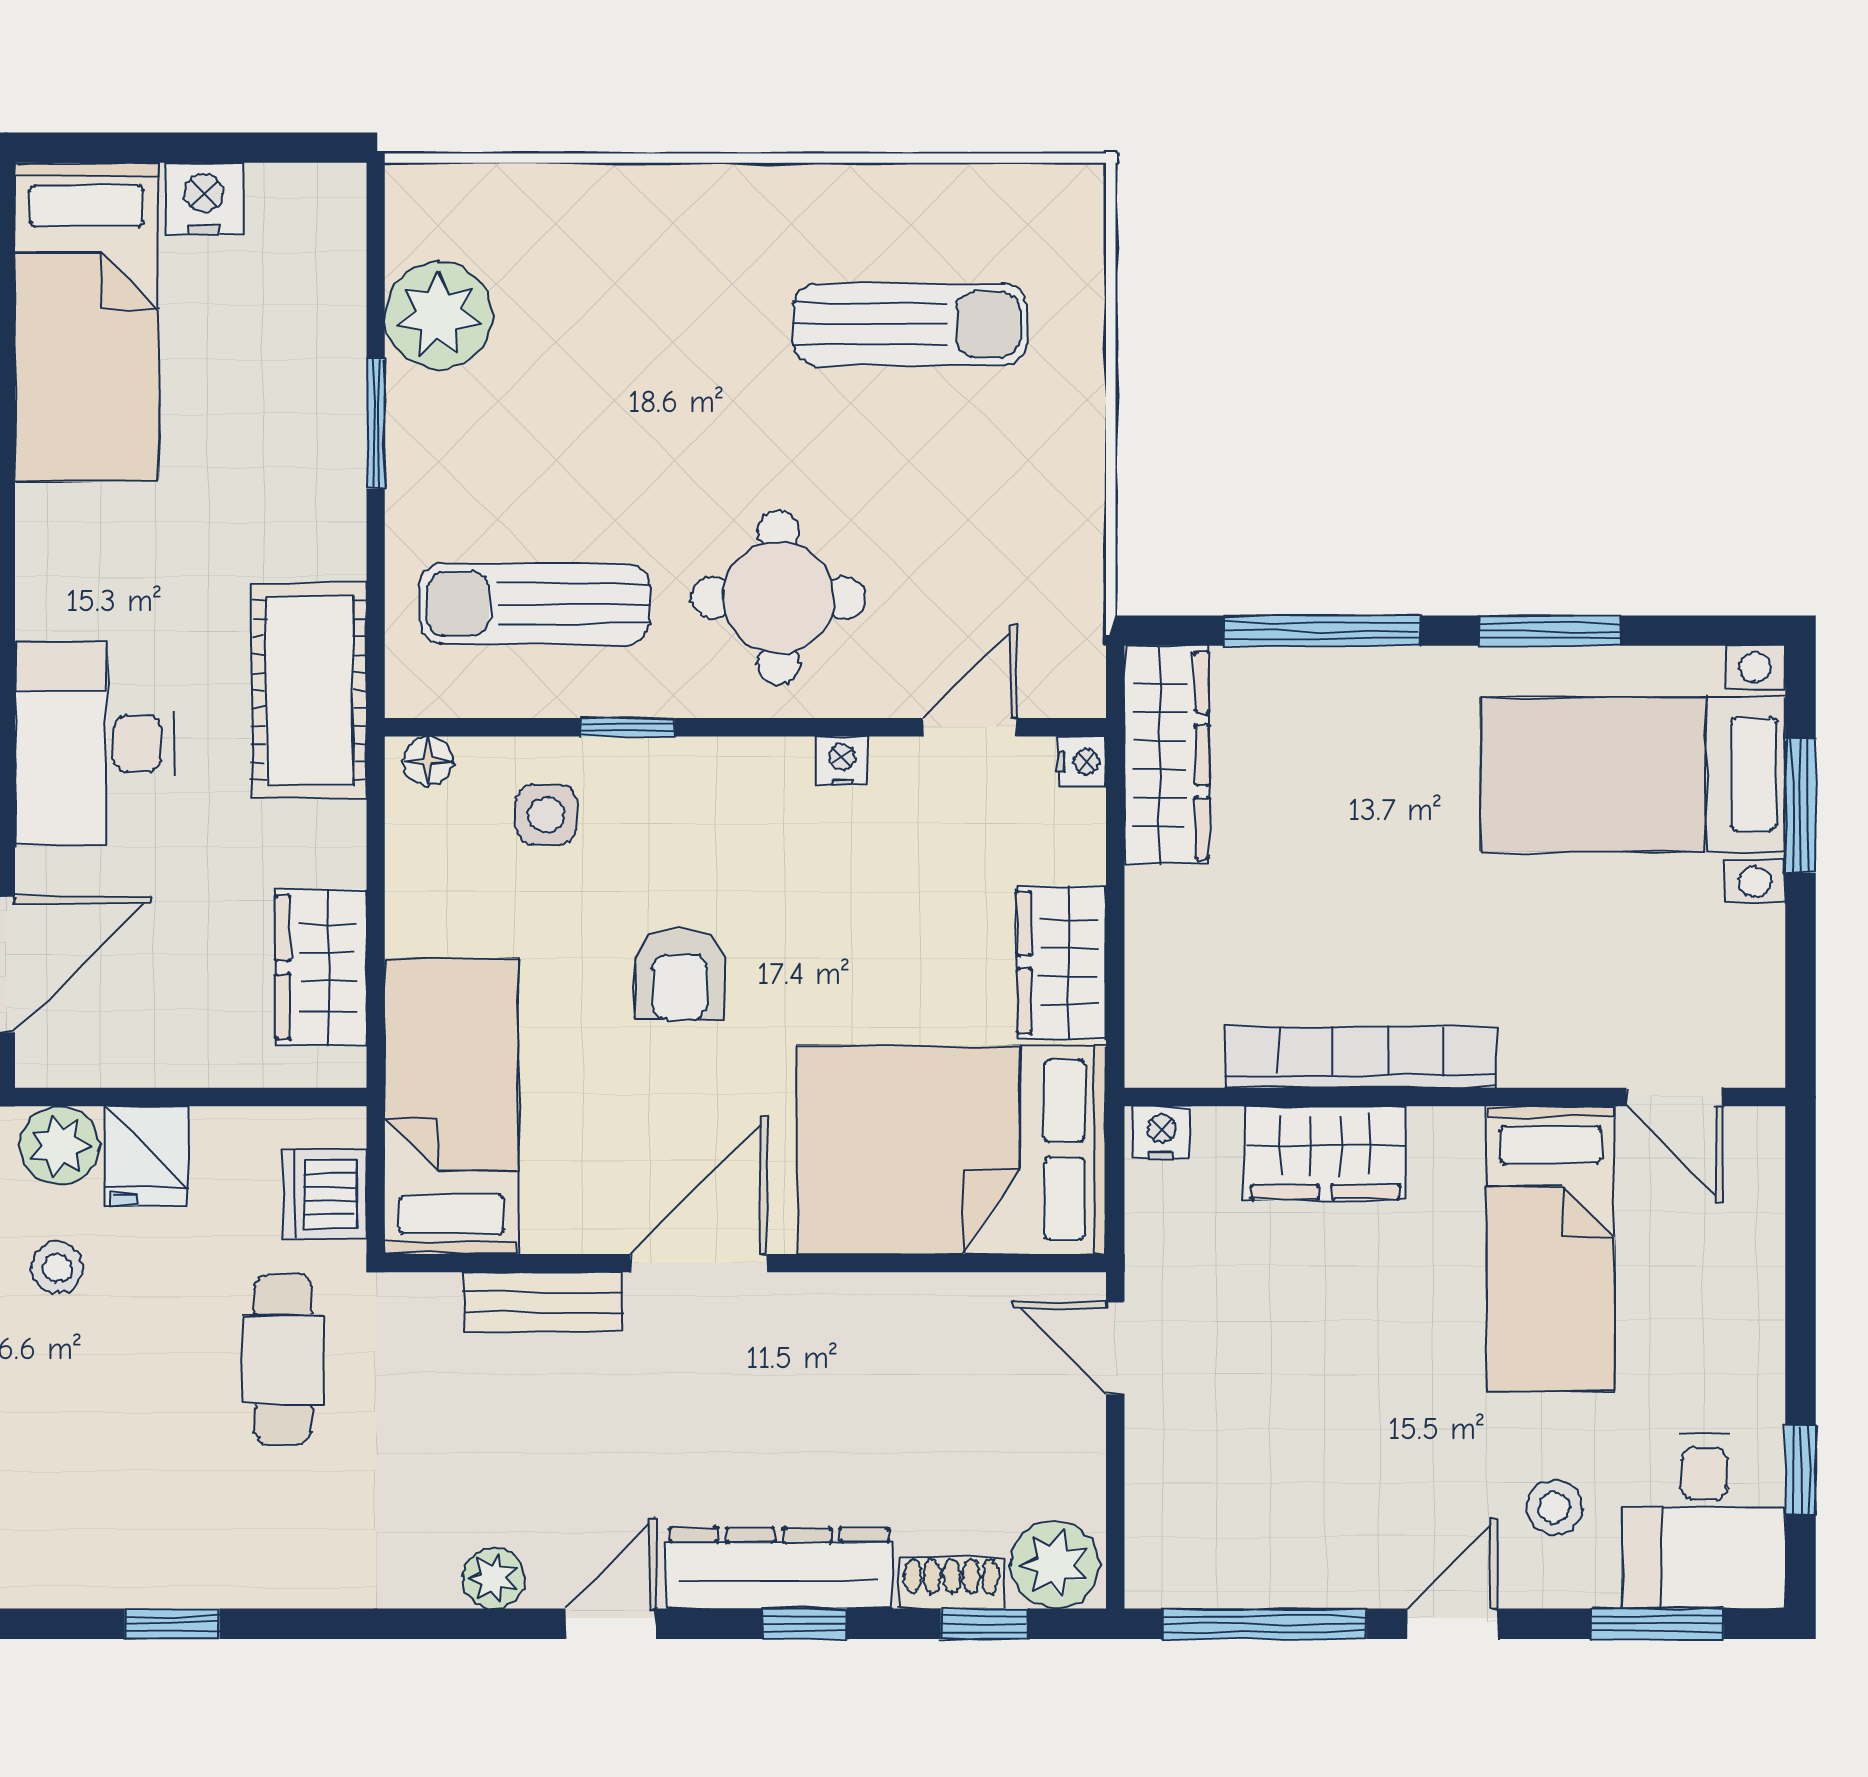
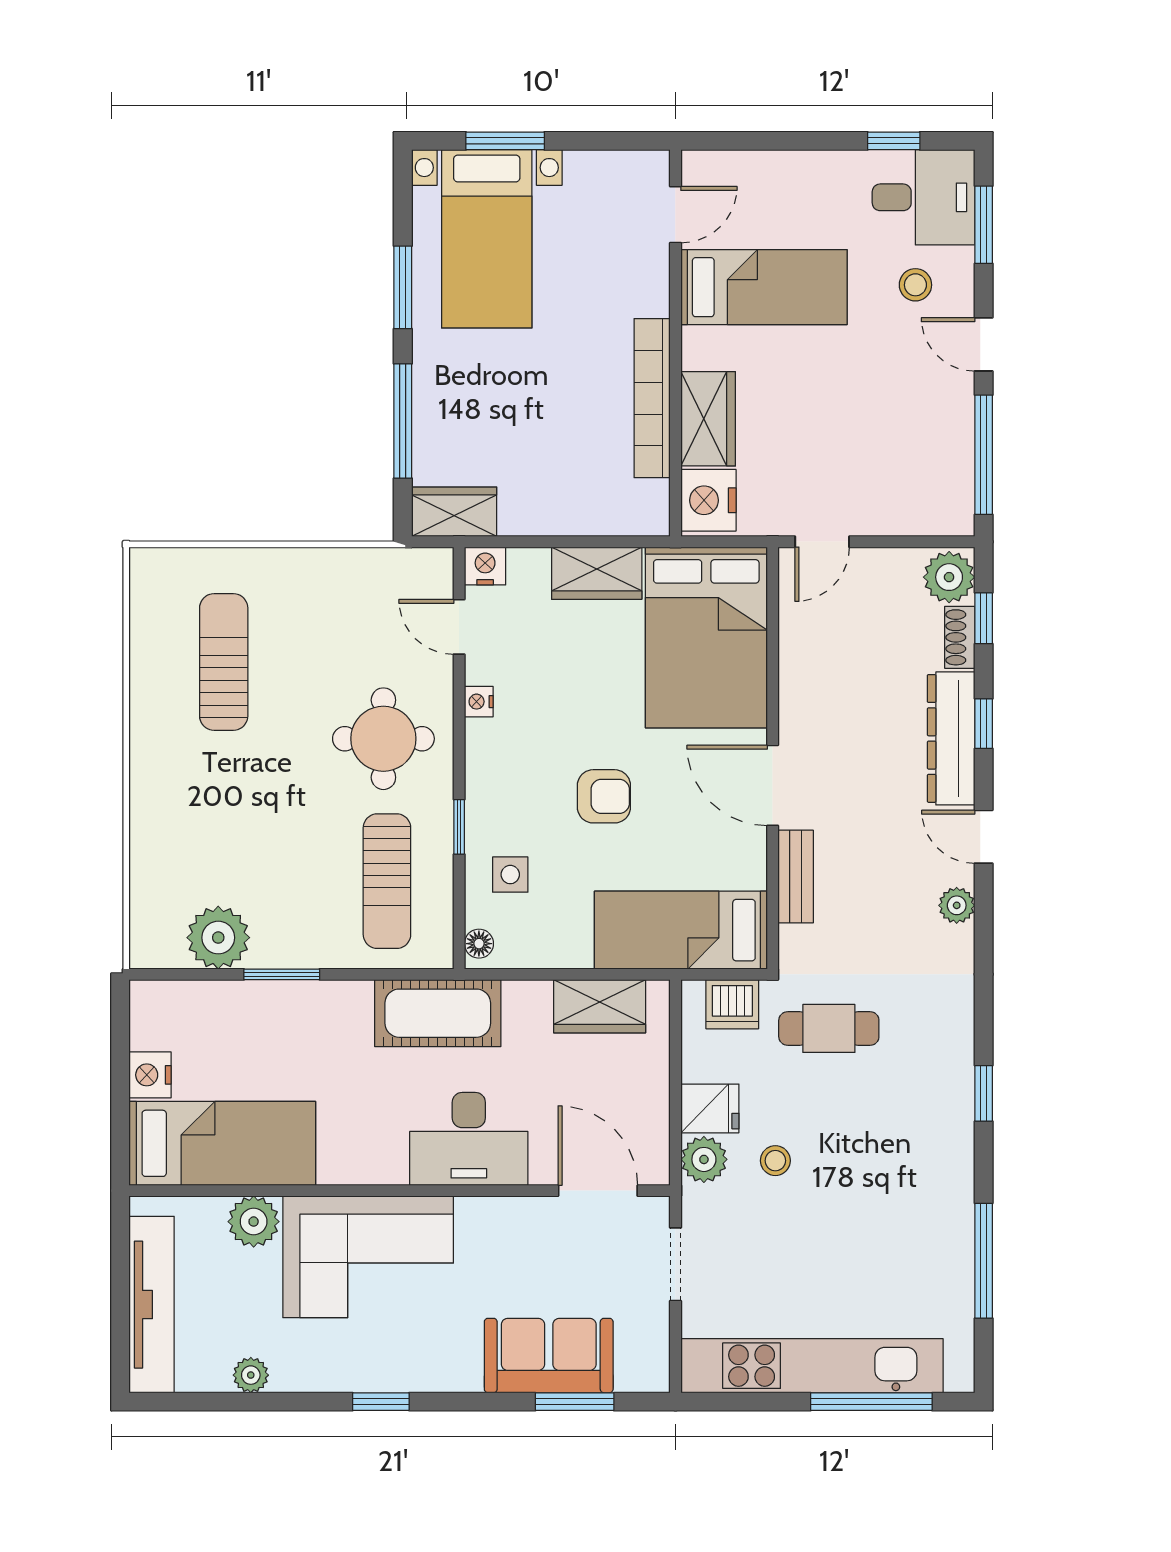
wardrobe: (1167, 755) -> (454, 512), width x0.67
nightstand: (1082, 762) -> (485, 566), width x1.39, depth x1.35
nightstand: (1161, 1132) -> (708, 500), width x1.89, depth x1.79

